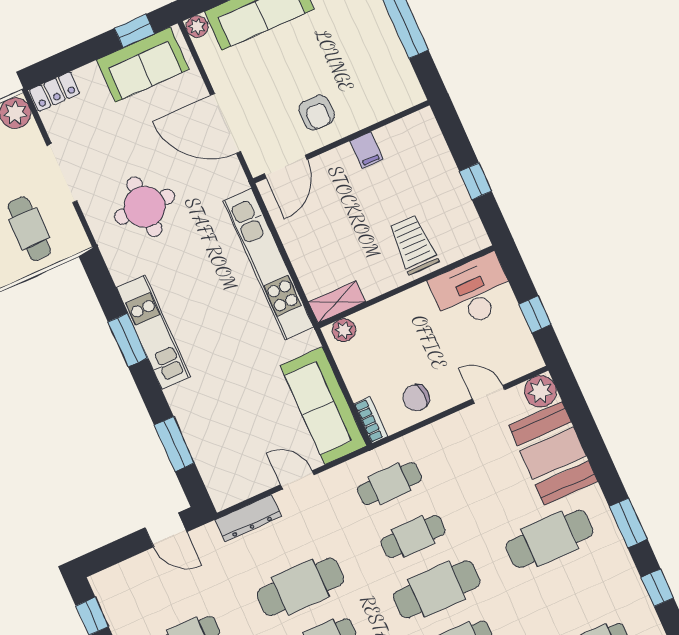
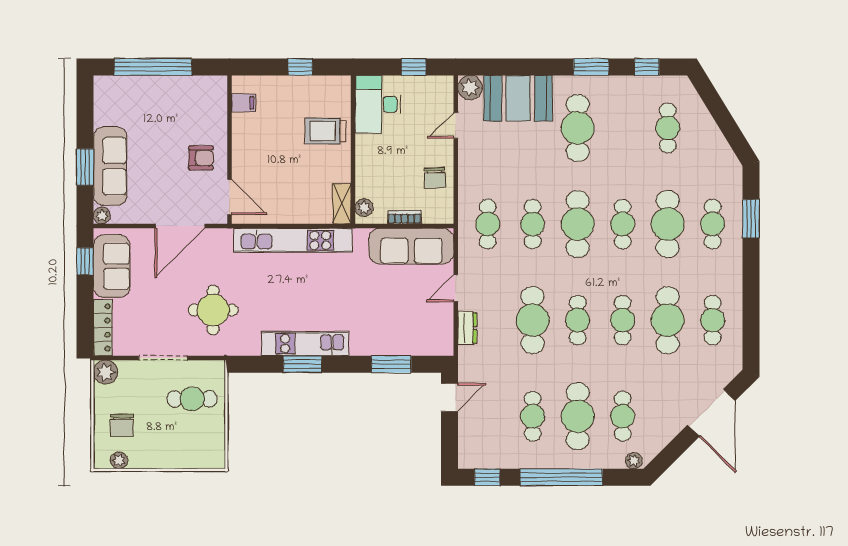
locker: (55, 92) -> (103, 328), width x1.53
filing cabinet: (367, 150) -> (244, 103), moved
bookcase: (371, 420) -> (404, 217), moved
dresser: (248, 518) -> (467, 328), width x0.70

